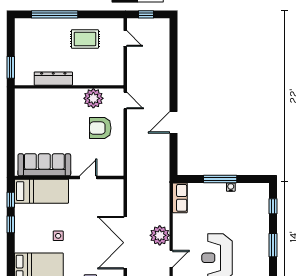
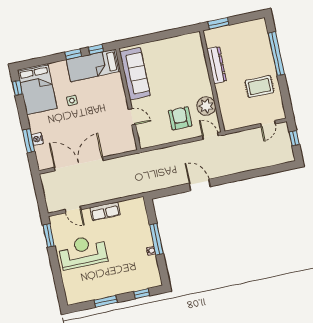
rug: (85, 39) -> (259, 87), turned 90
door: (125, 100) -> (211, 136), swing flipped
bed: (41, 191) -> (93, 65), moved, turned 90
row of seats: (180, 198) -> (105, 211), moved
plant: (160, 235) -> (92, 194), removed

